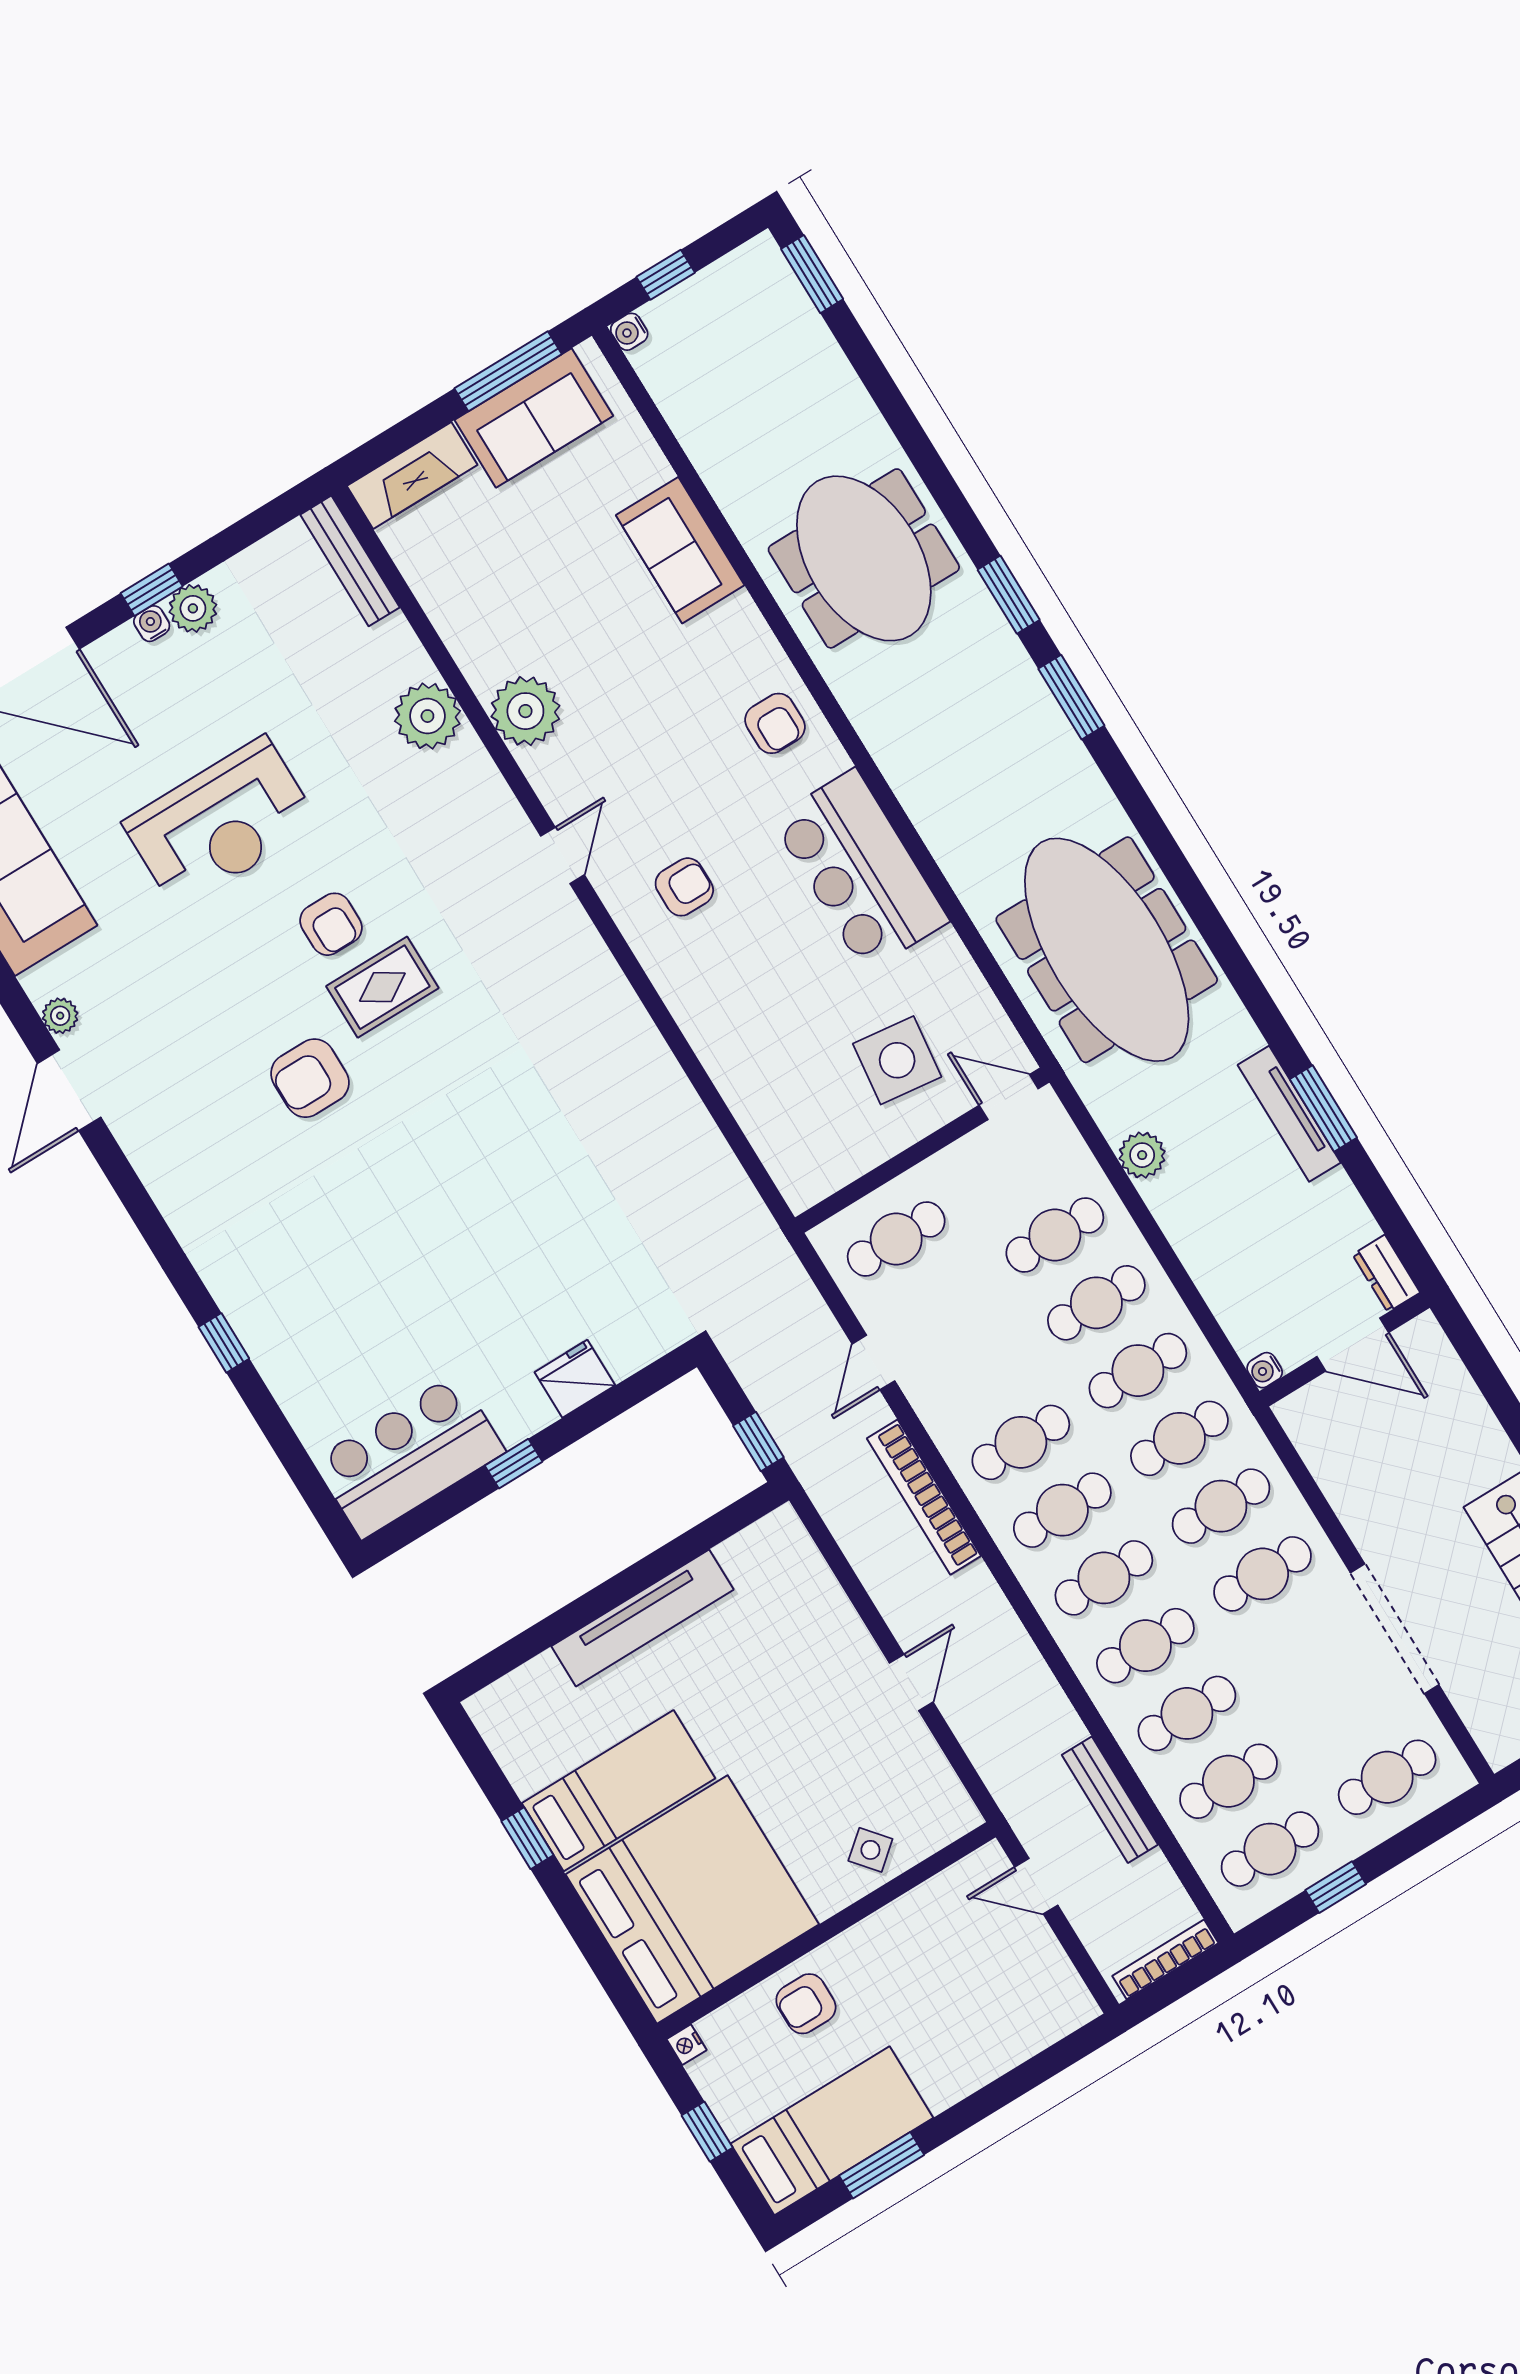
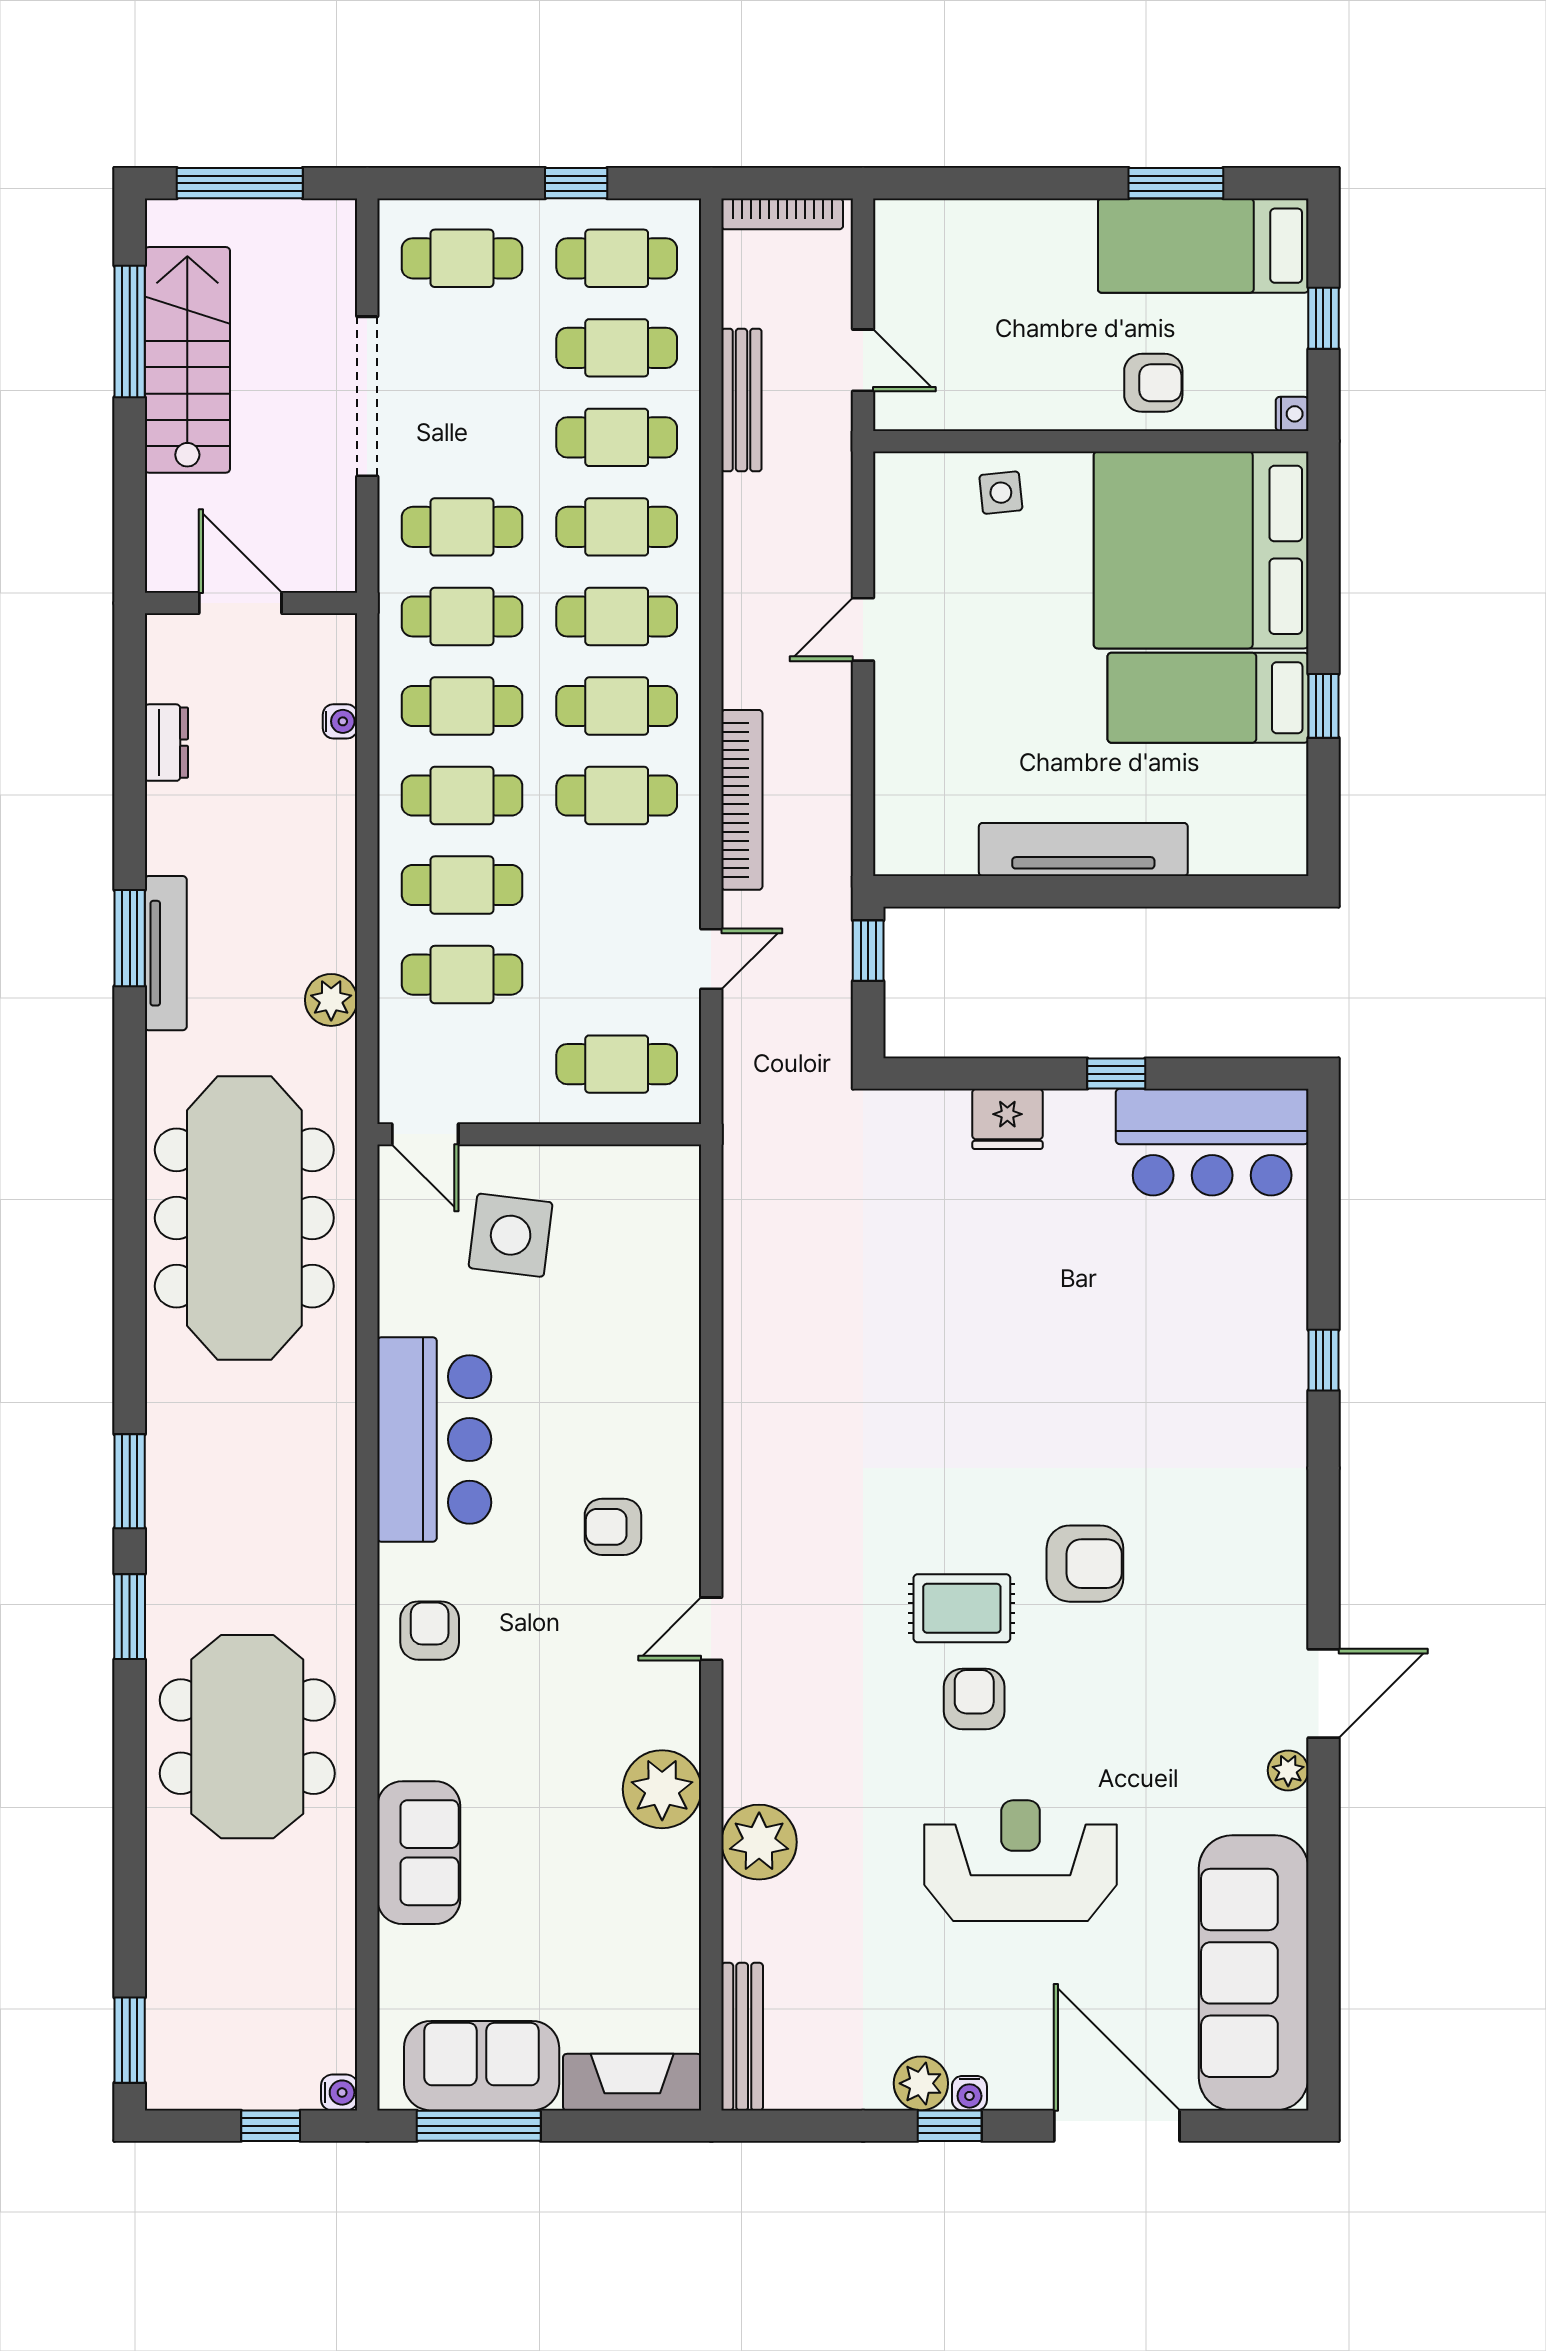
door: (1353, 1345) -> (240, 603), moved
wall: (1345, 1349) -> (251, 603), moved
side table: (870, 1850) -> (1001, 493), turned 34

